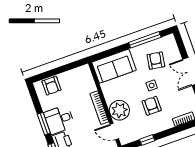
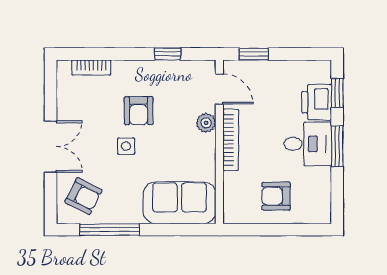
armchair: (156, 61) -> (83, 196), moved, turned -72
armchair: (51, 86) -> (276, 196), moved, turned -90
plant: (119, 110) -> (206, 123), width x0.53, depth x0.53

